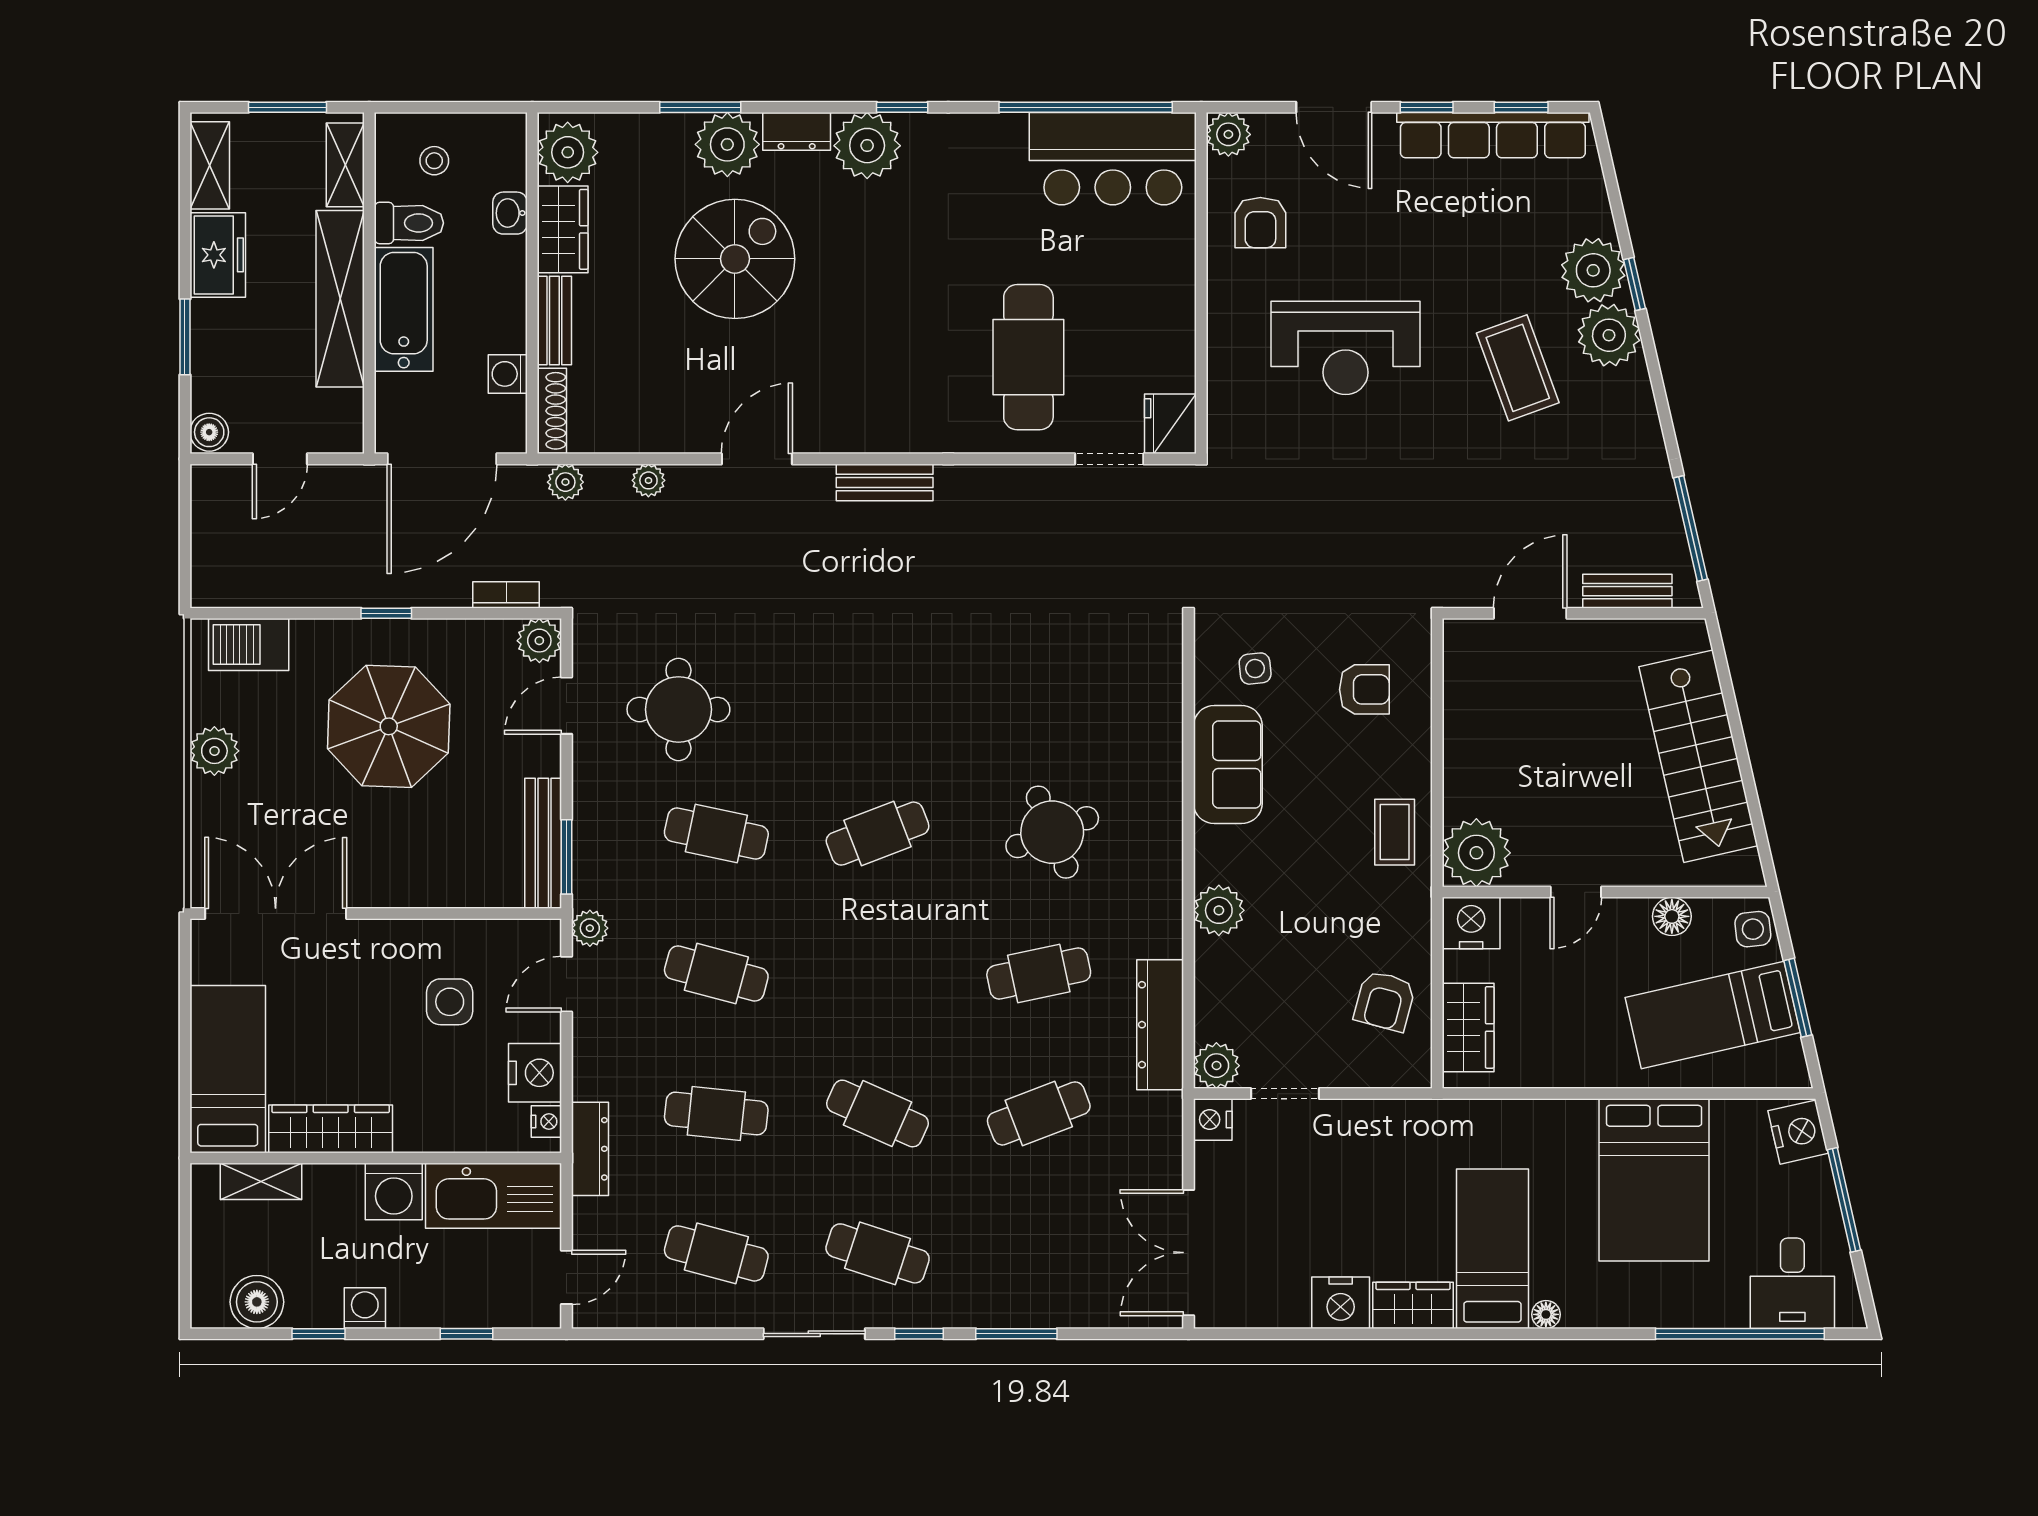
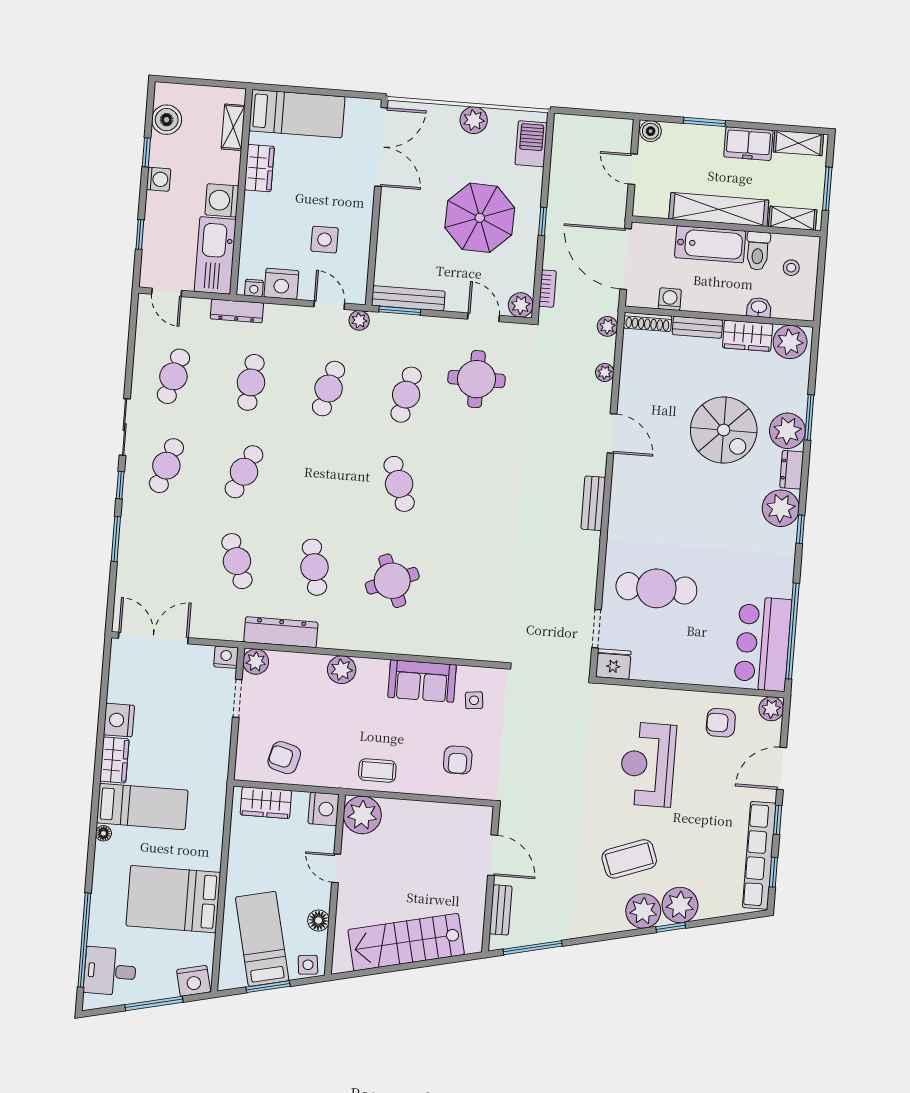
wardrobe: (331, 1129) -> (259, 168), width x0.67

